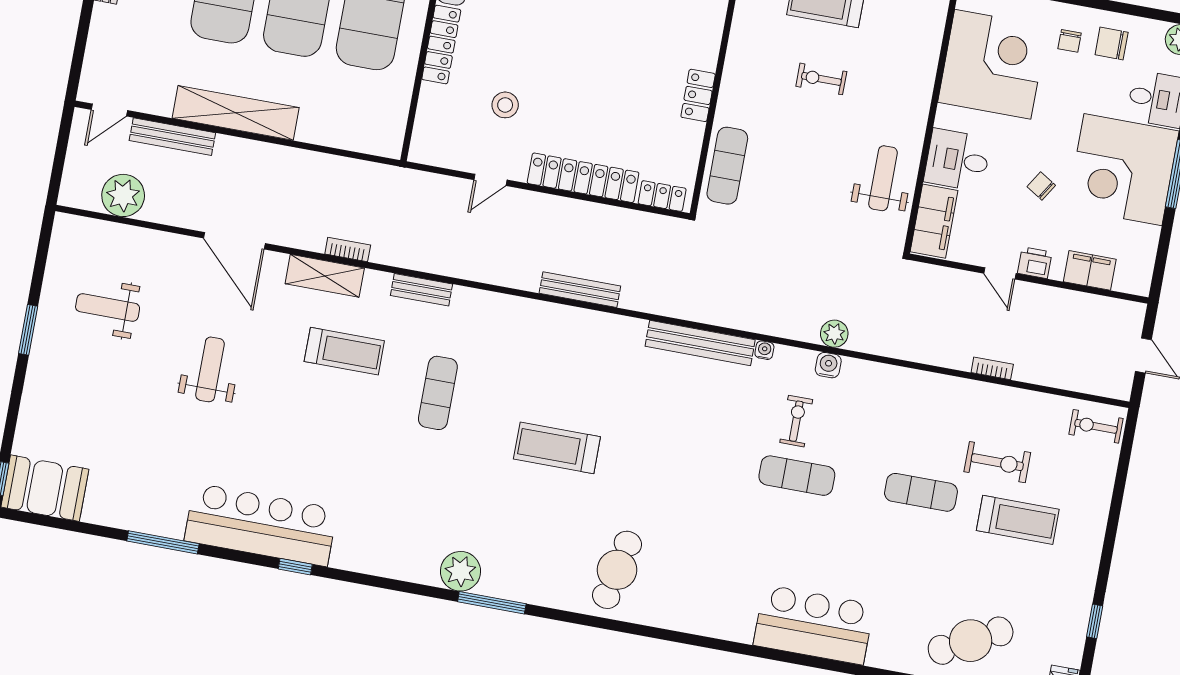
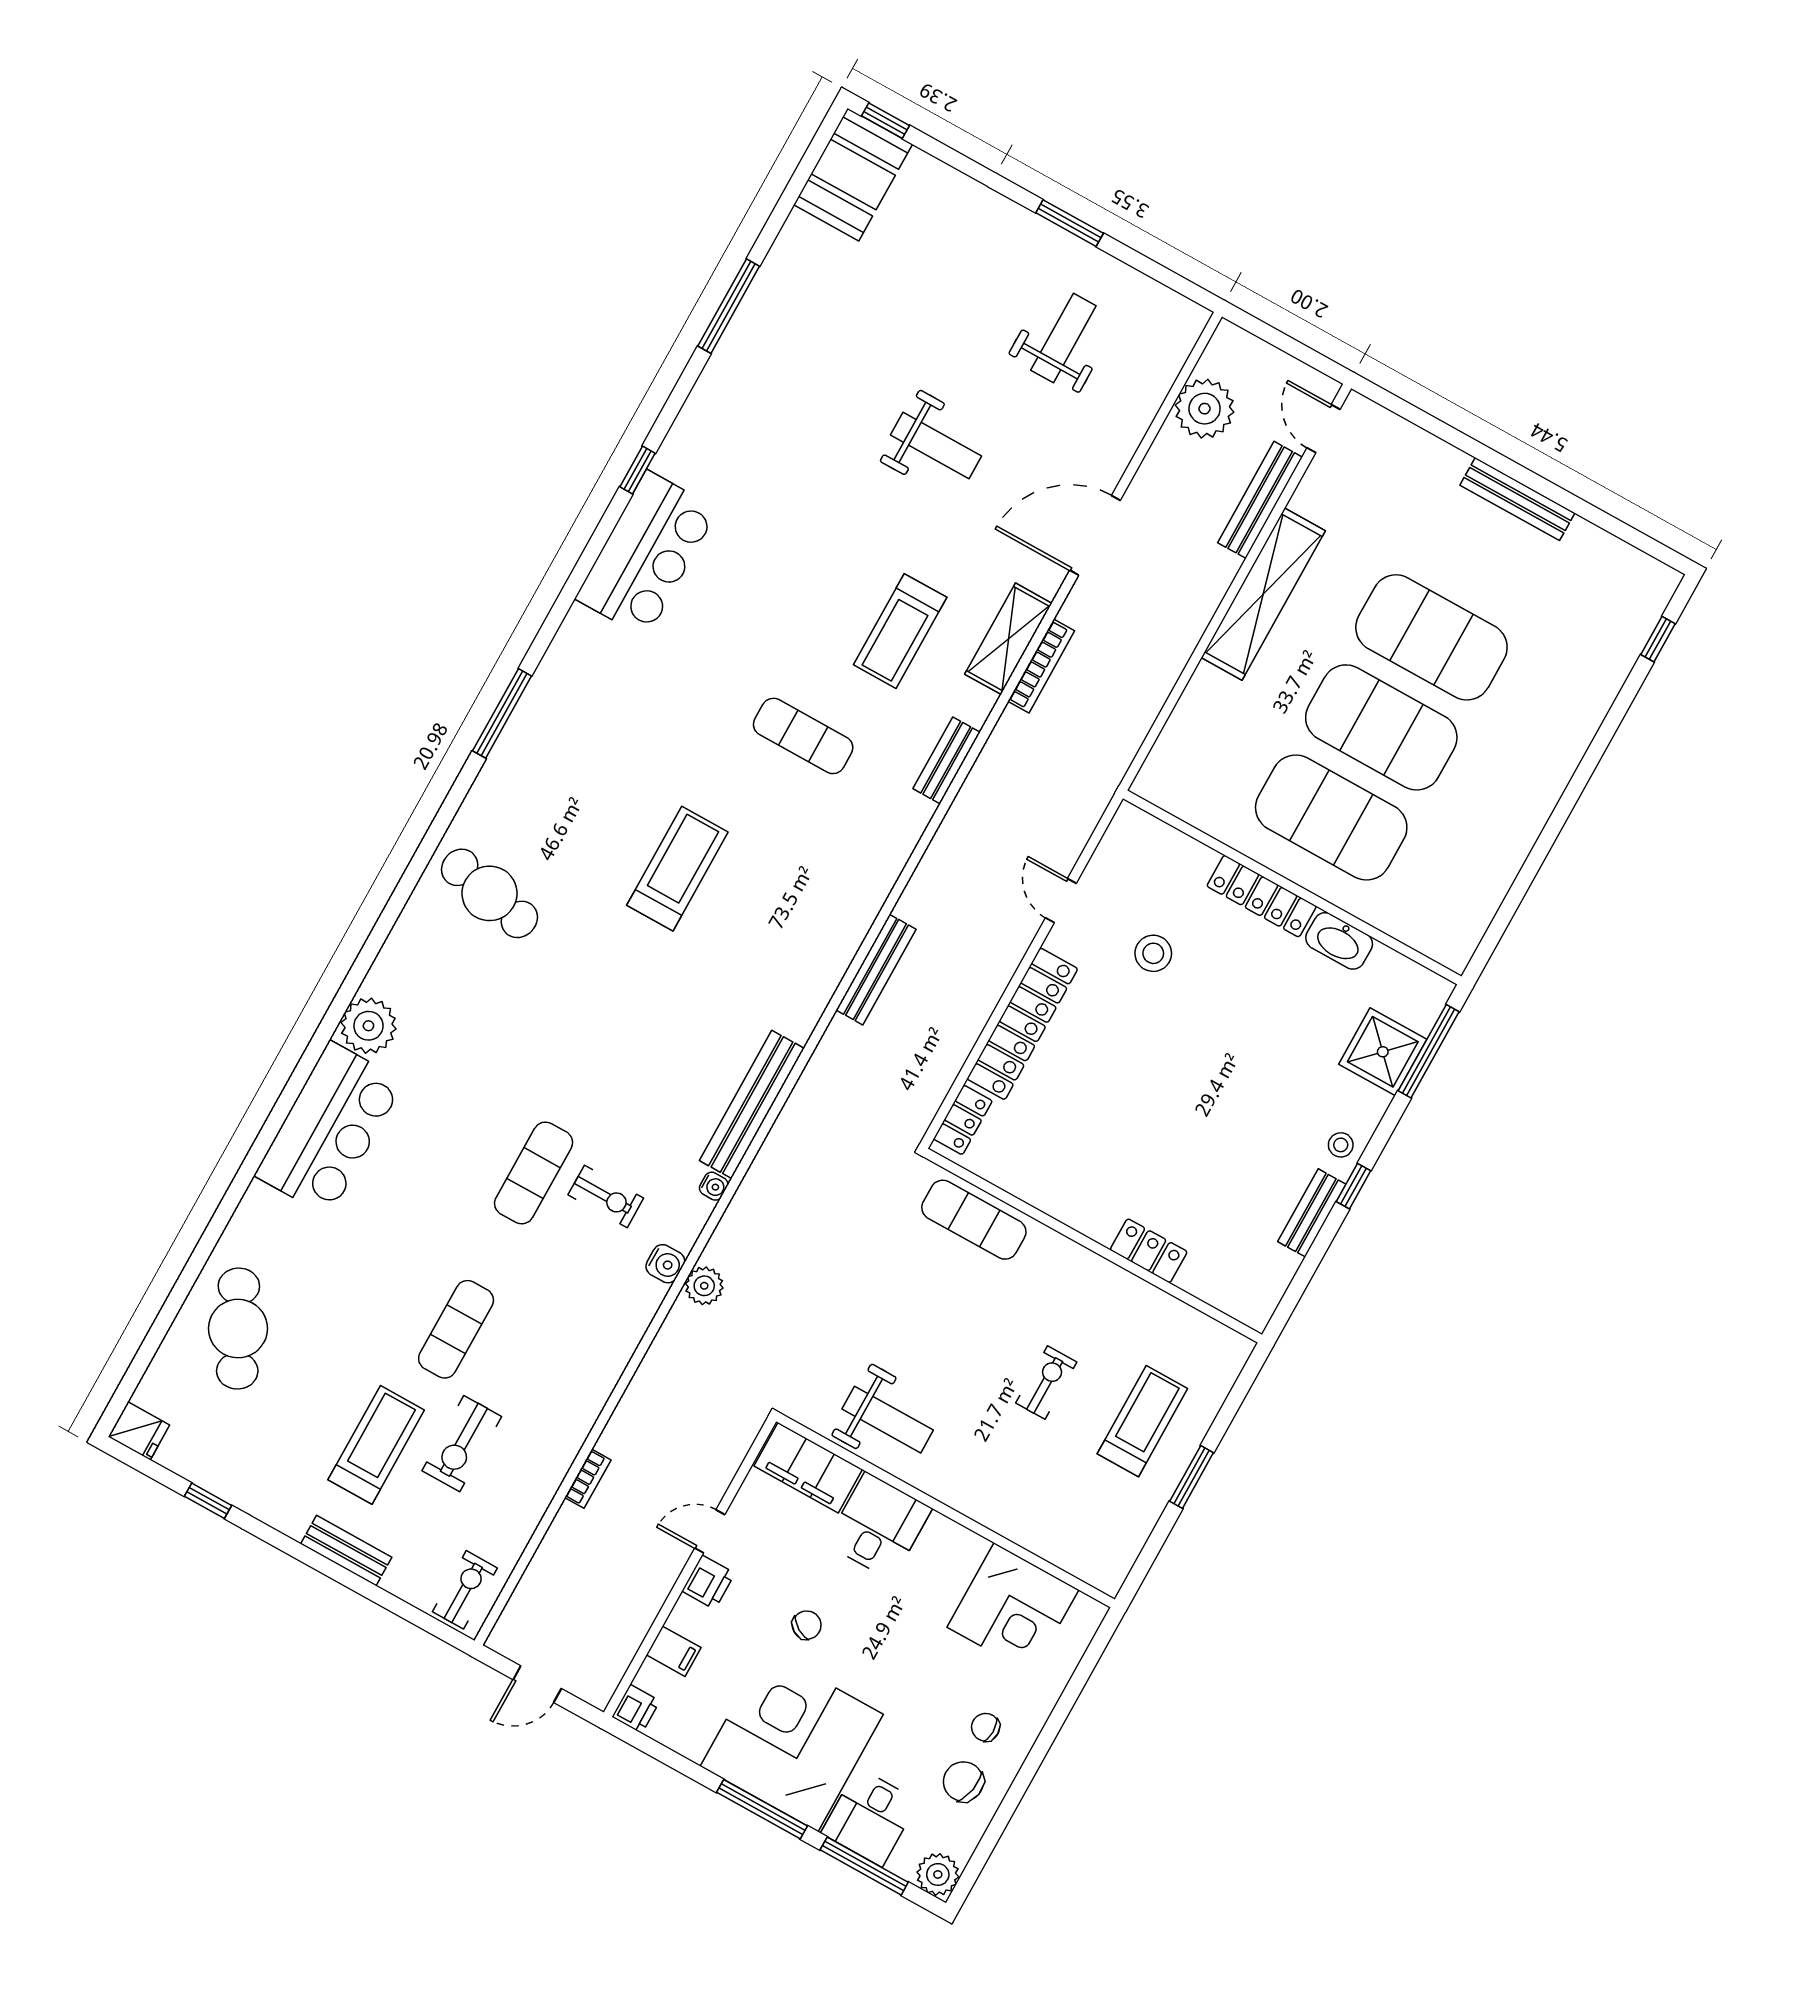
chair: (1112, 43) -> (963, 1782), turned -79
corner desk: (993, 64) -> (1013, 1609), width x0.74, depth x0.74
locker: (698, 95) -> (1149, 1251), moved
bookcase: (348, 249) -> (1041, 666), width x1.56
filing cabinet: (1090, 270) -> (674, 1651), width x0.50
printer: (1138, 283) -> (636, 1709), added
bench: (1097, 516) -> (346, 1551), added
treadmill: (1018, 520) -> (376, 1445), turned 180
bar counter: (261, 525) -> (647, 554), moved, width x0.73
plant: (460, 571) -> (368, 1026), moved

